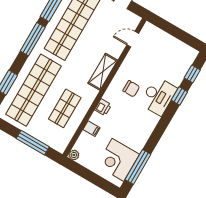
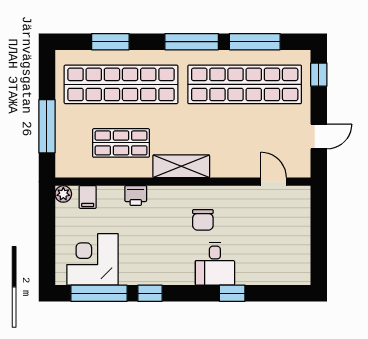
shelving: (103, 72) -> (181, 166), moved
window: (192, 74) -> (150, 293), moved
desk: (158, 96) -> (215, 264), width x0.73
printer: (103, 107) -> (136, 196), moved
filing cabinet: (92, 129) -> (88, 197), moved

